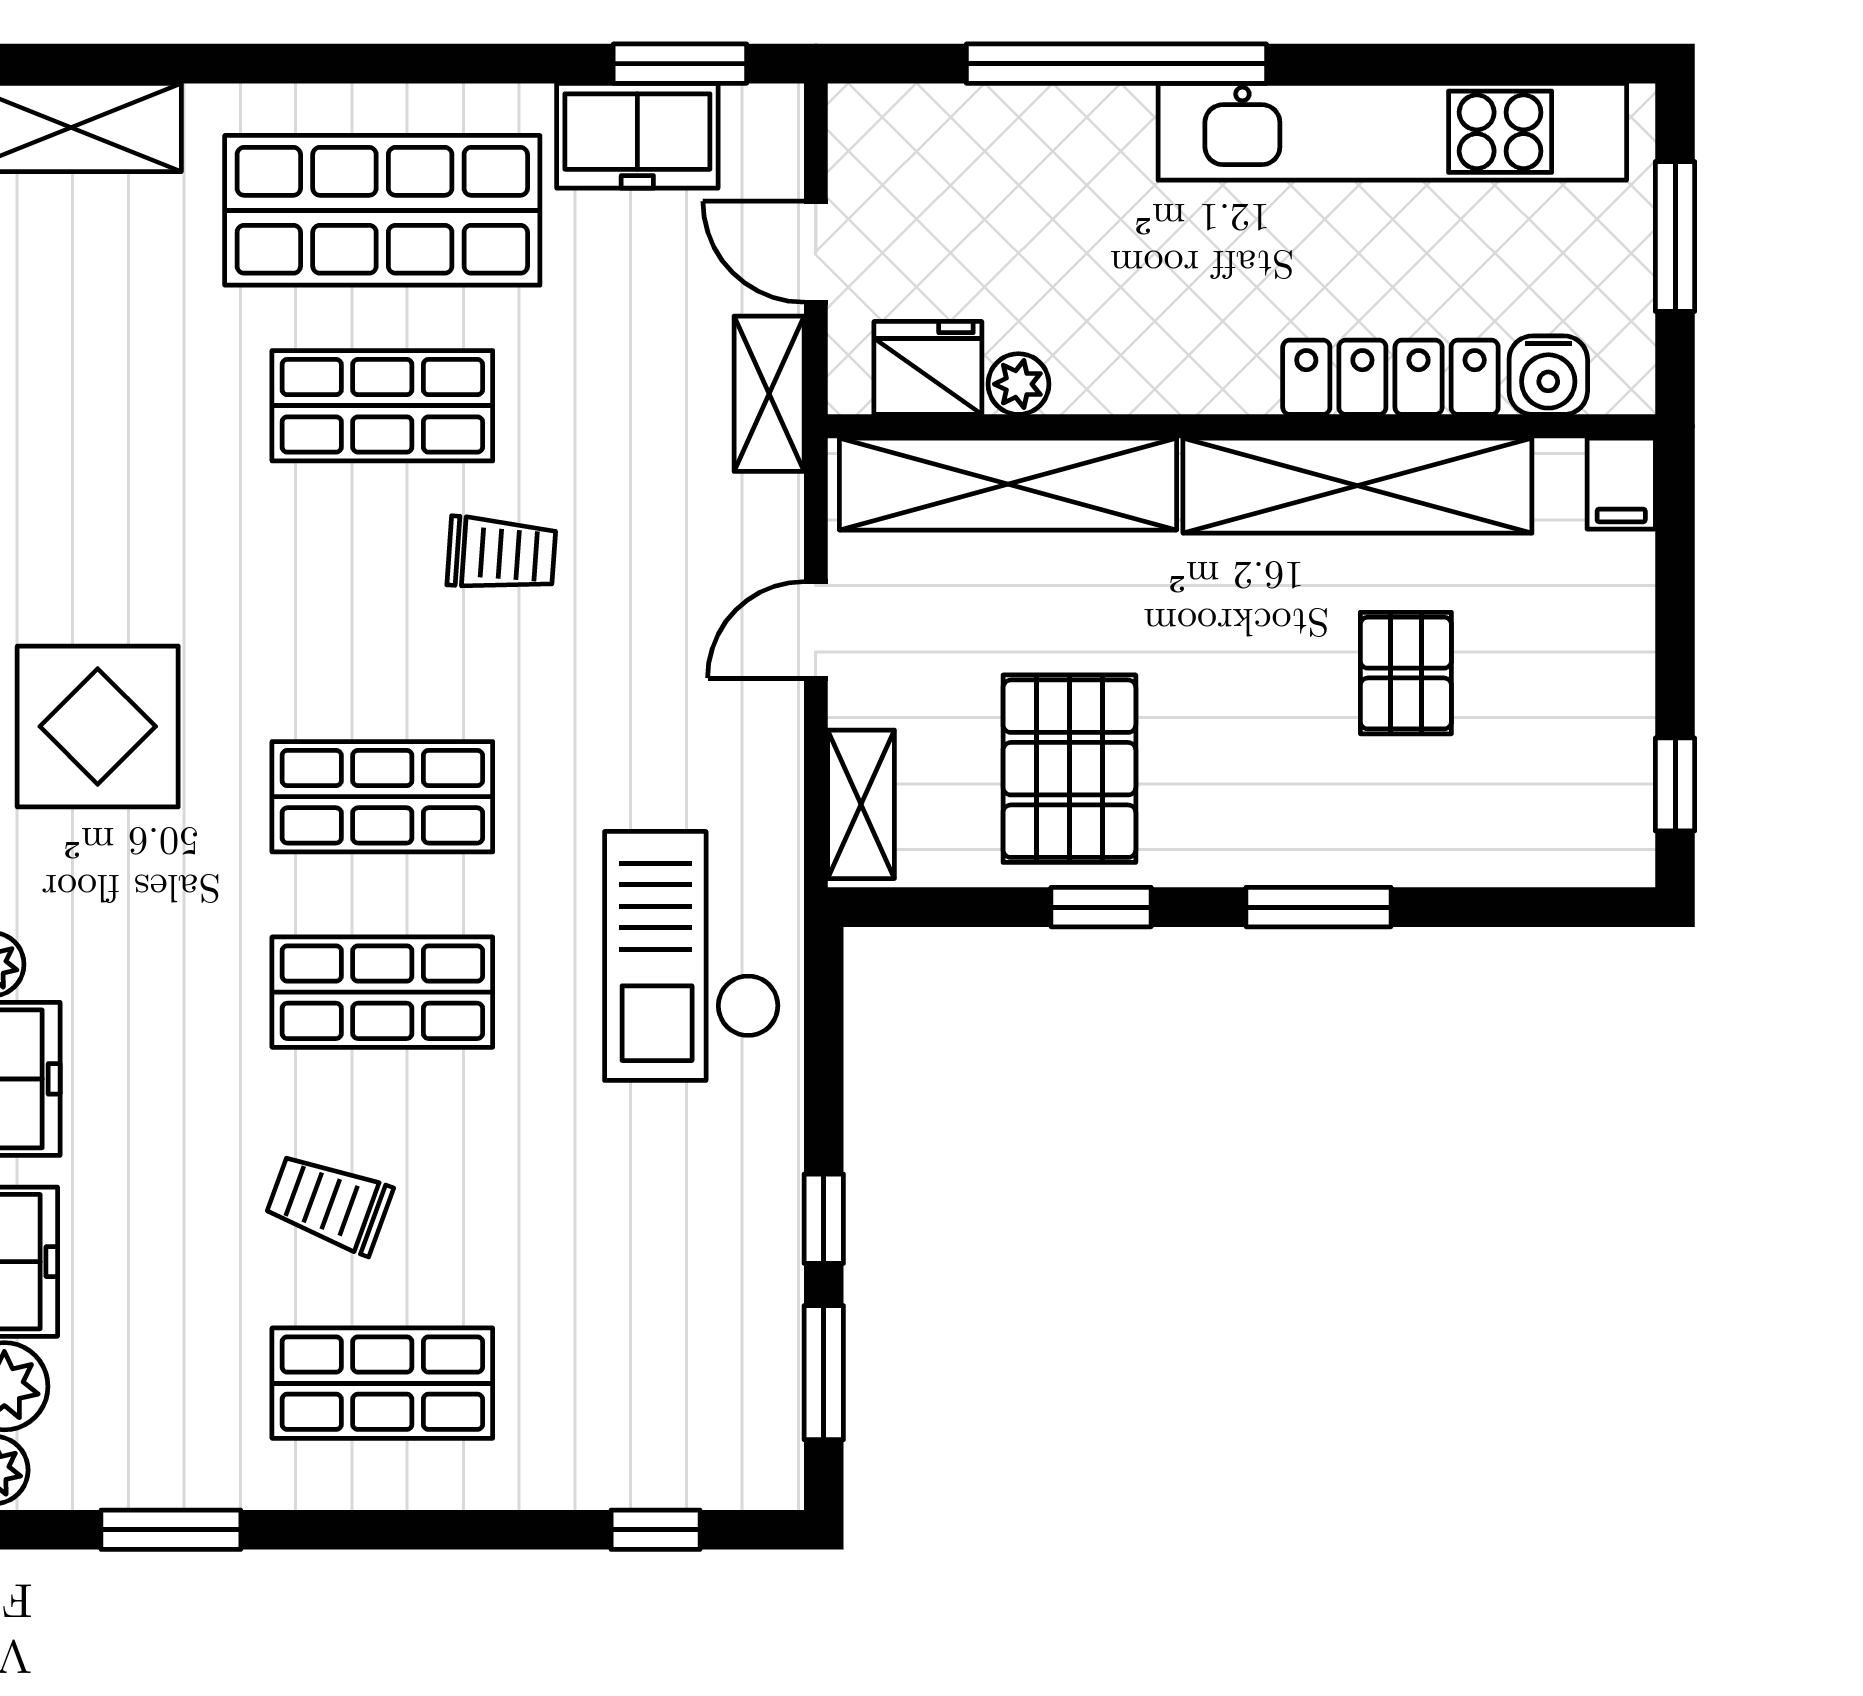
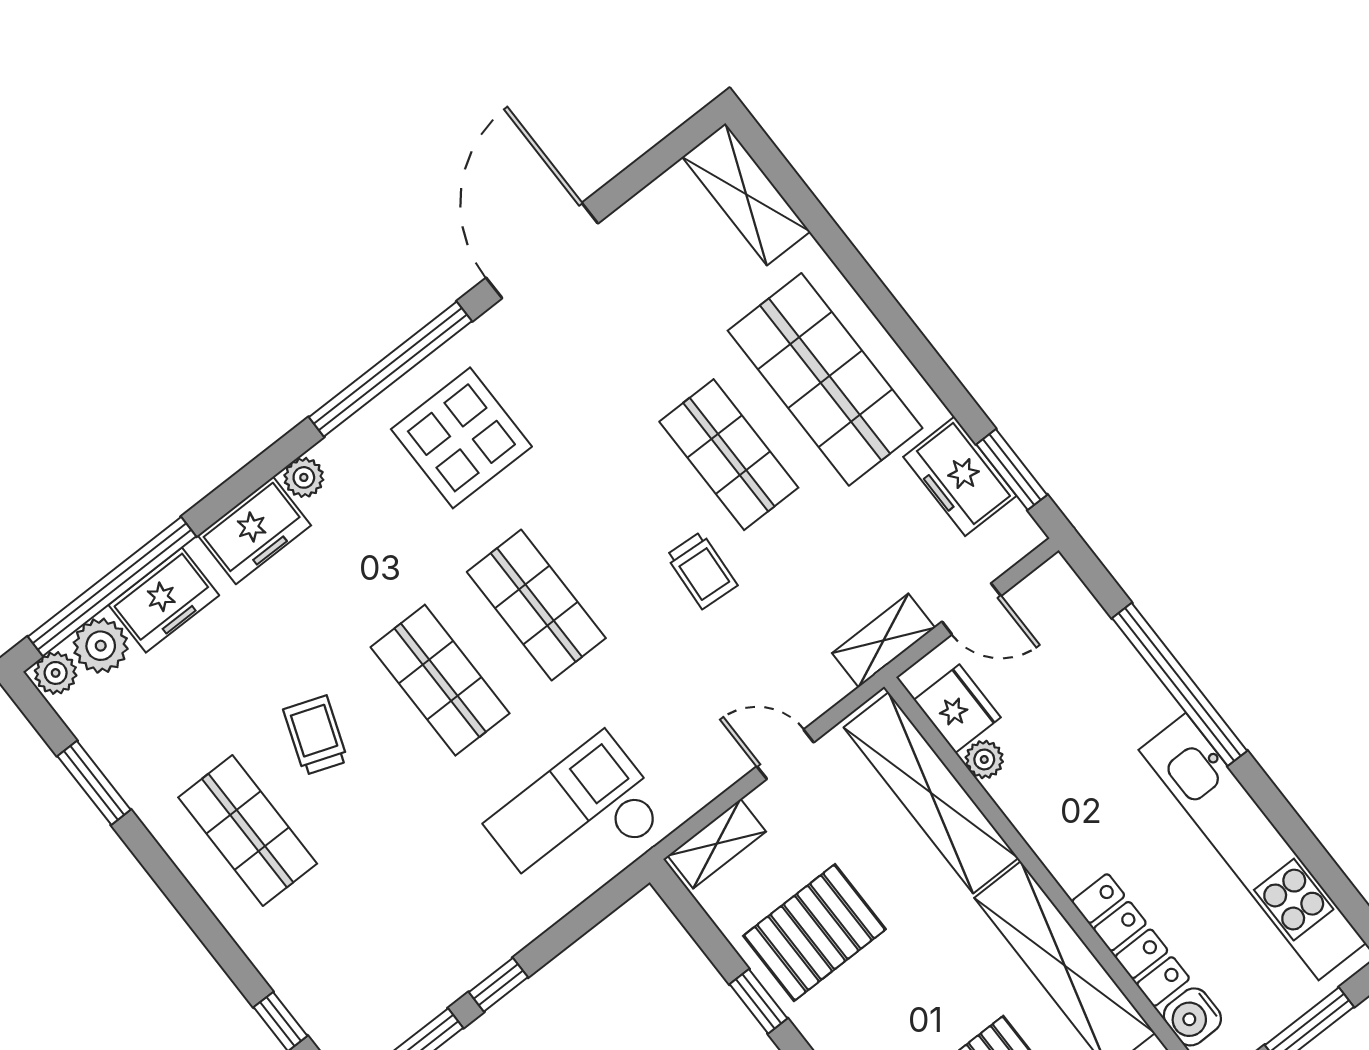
door: (816, 252) -> (971, 609), swing flipped

